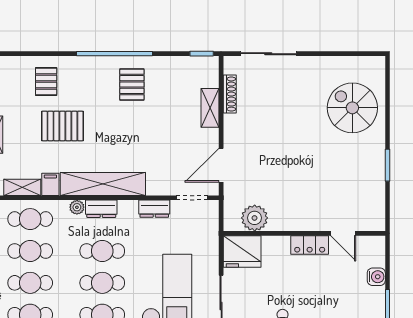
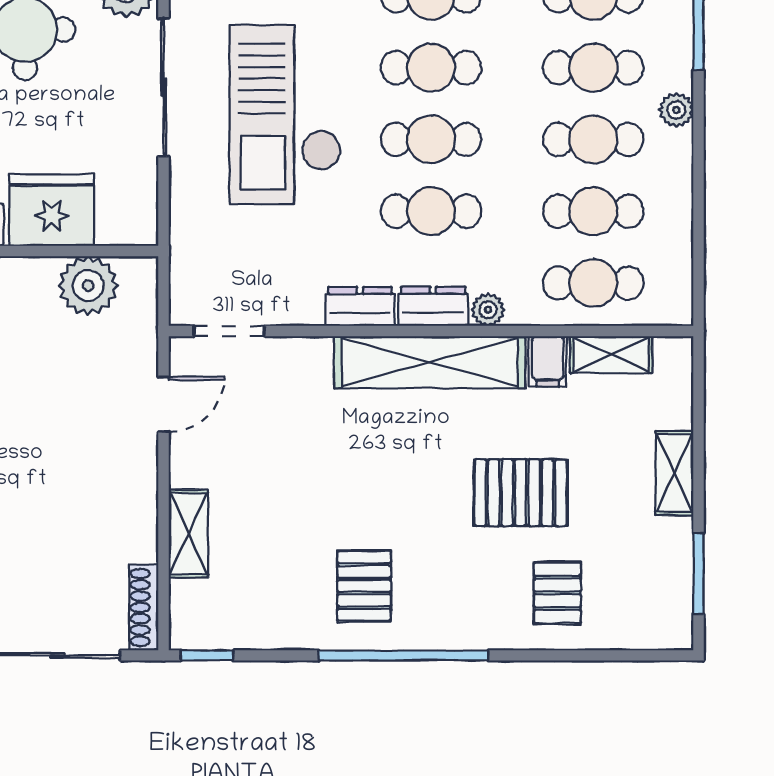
shoe rack: (230, 94) -> (144, 607), moved
door: (221, 165) -> (164, 404), width x0.73
dresser: (154, 209) -> (360, 306), moved
fridge: (242, 251) -> (52, 210), moved

